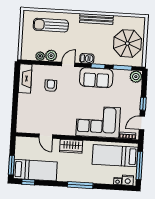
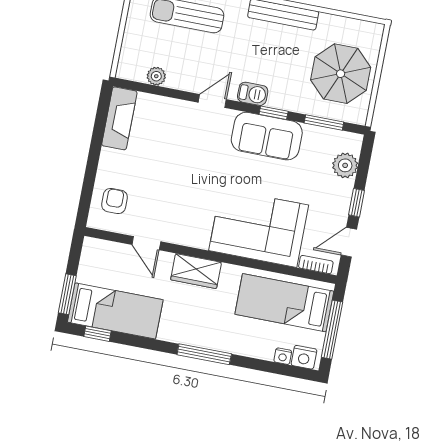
plant: (51, 56) -> (179, 78), removed
plant: (136, 77) -> (345, 165), moved
armchair: (51, 86) -> (114, 201), moved

